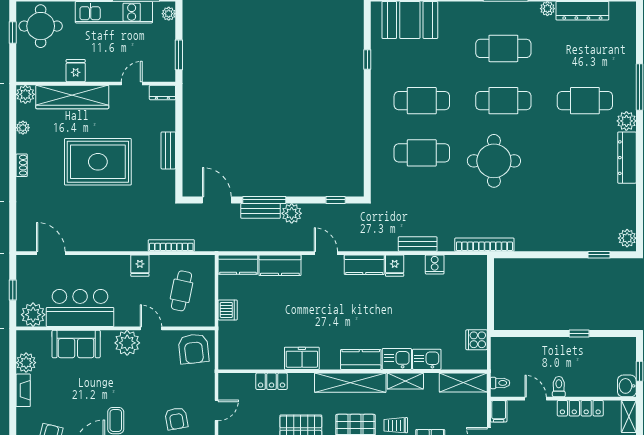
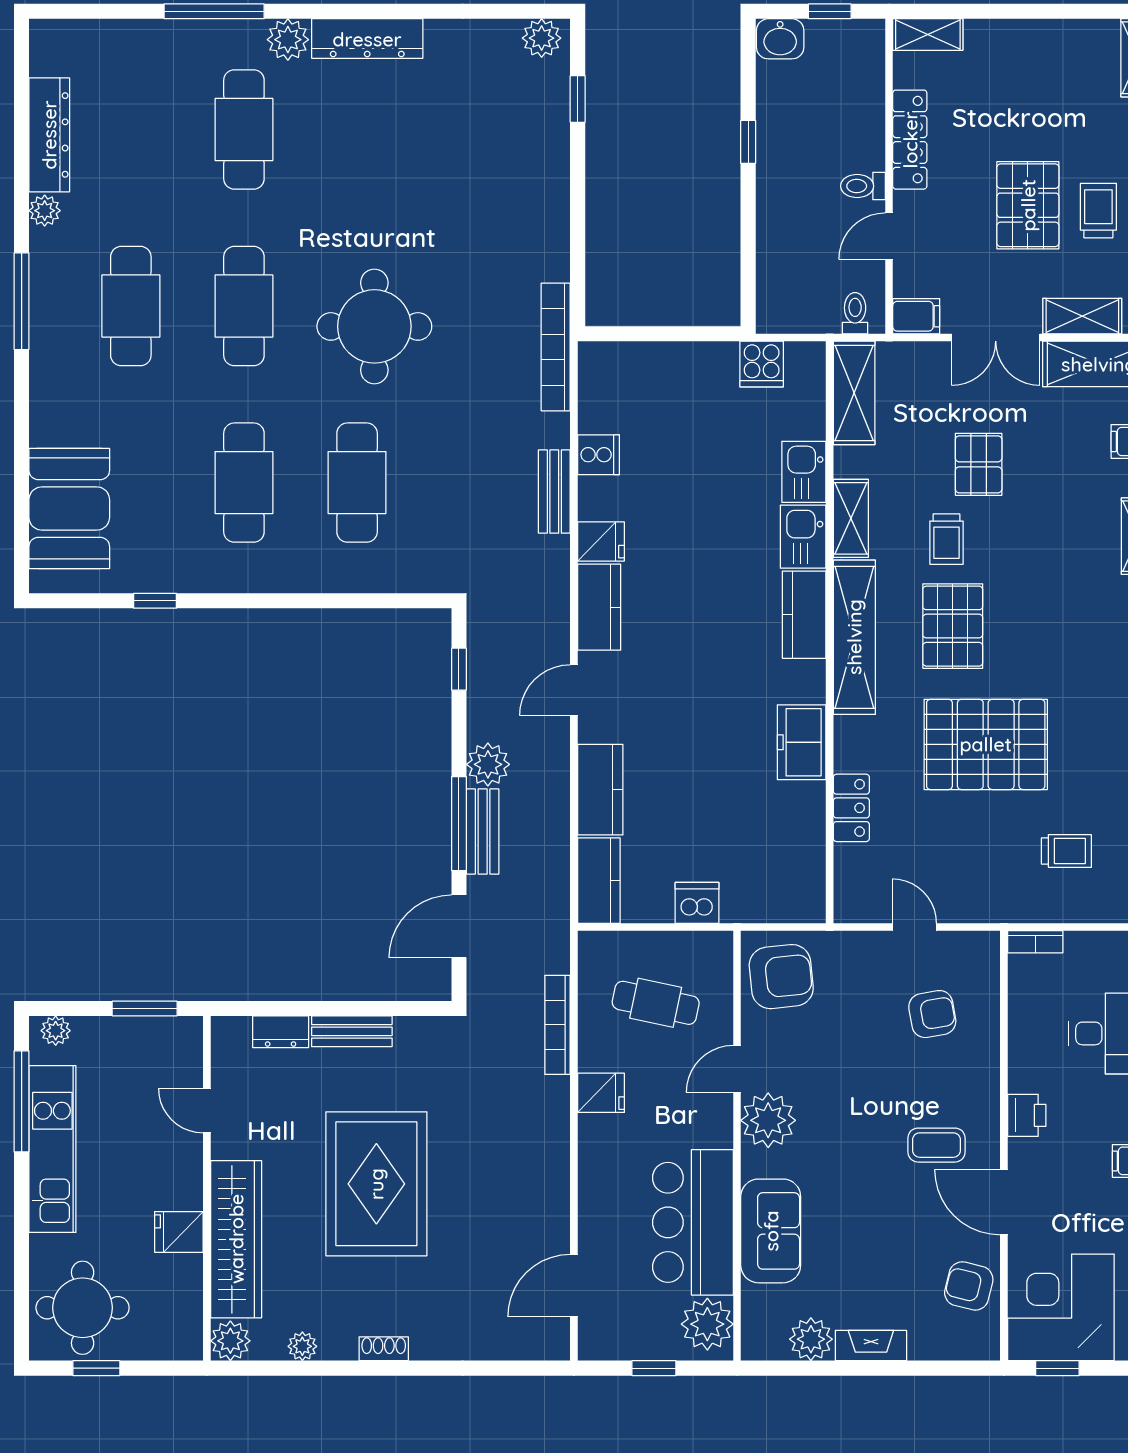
dresser: (162, 93) -> (281, 1032), moved, turned 90
washbasin: (627, 386) -> (780, 39), moved

